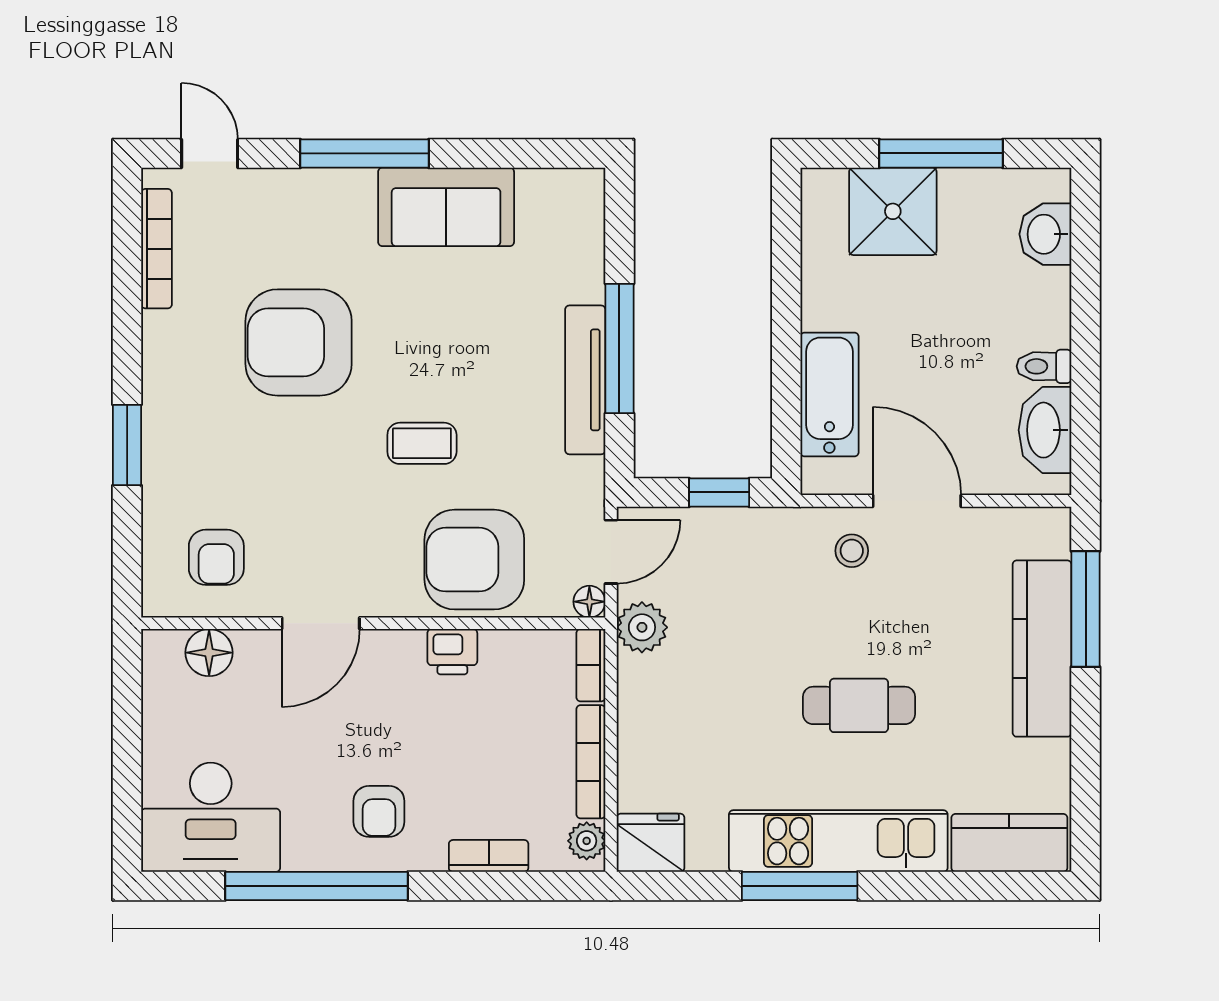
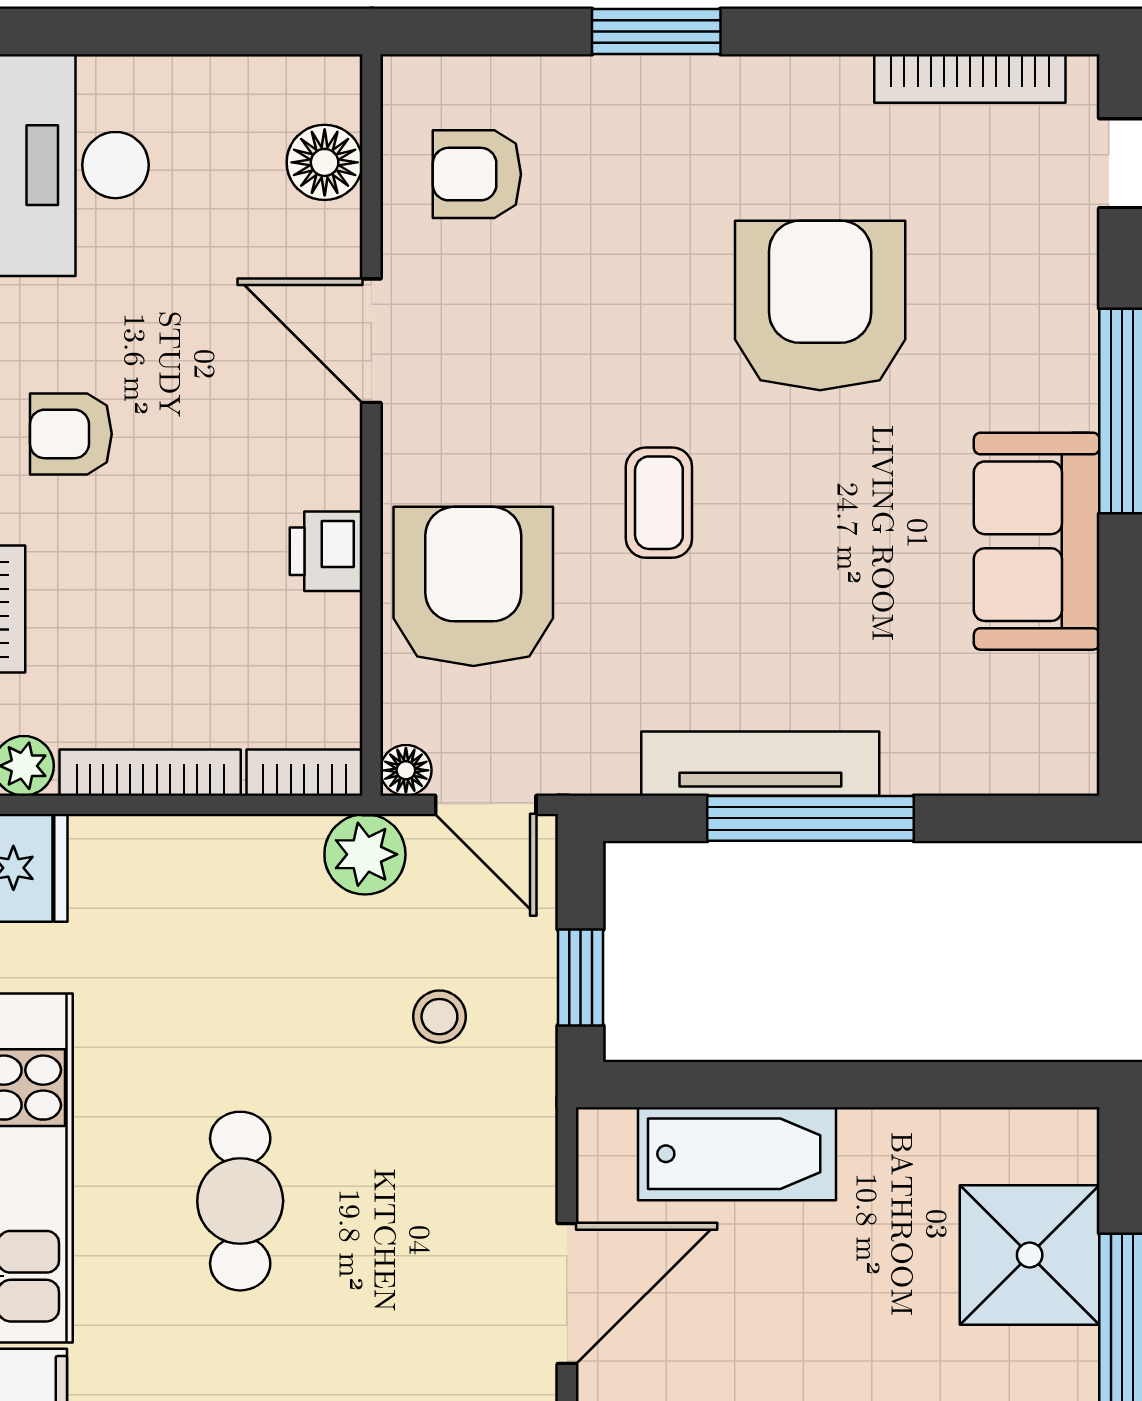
stool: (852, 551) -> (439, 1017), moved

